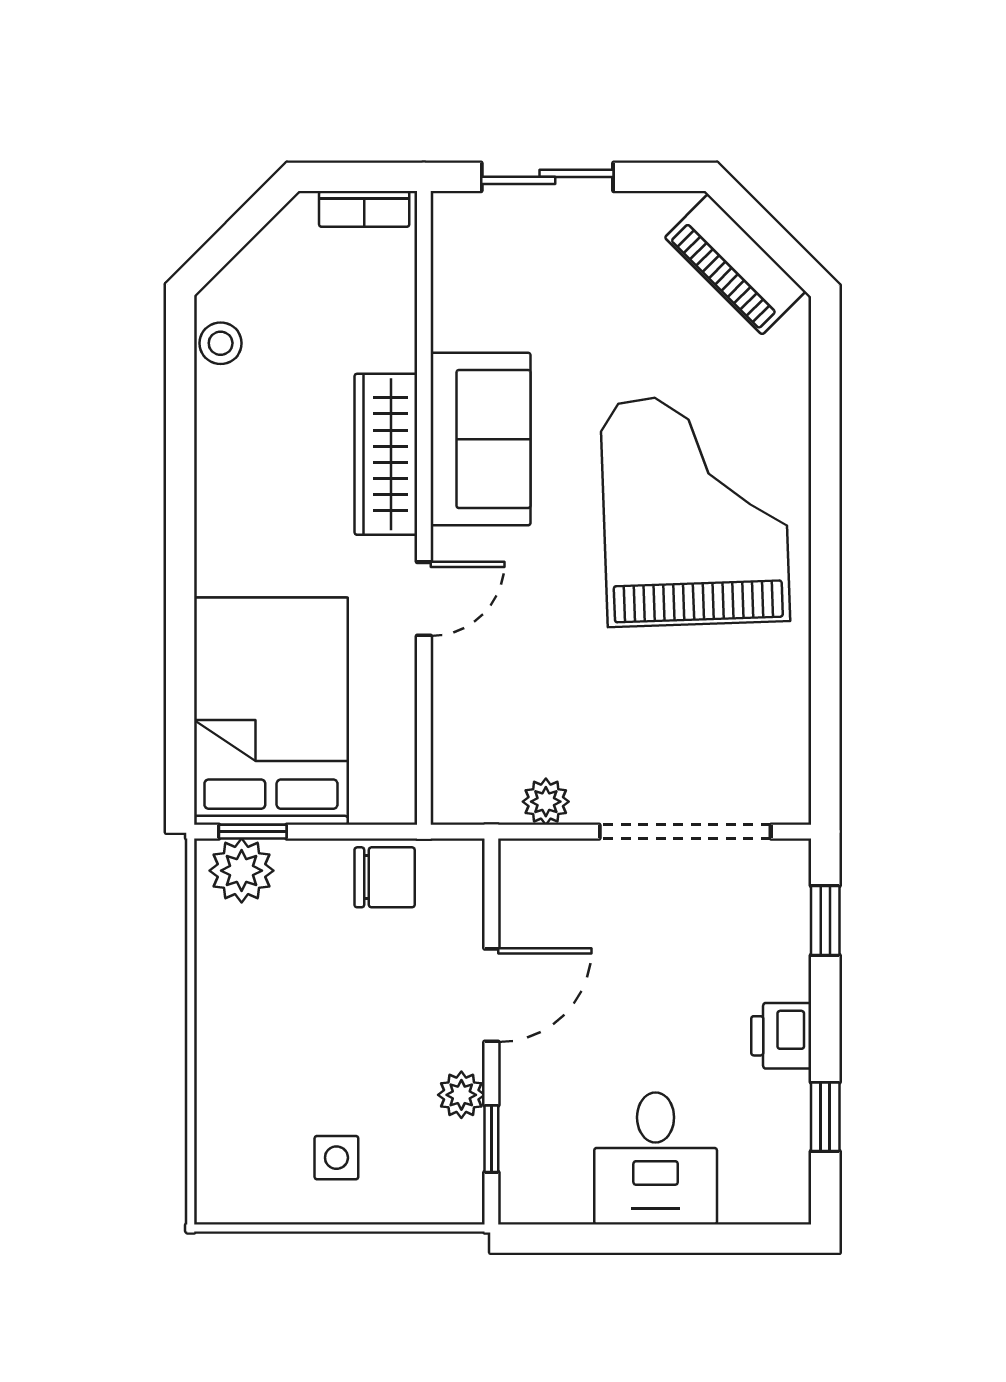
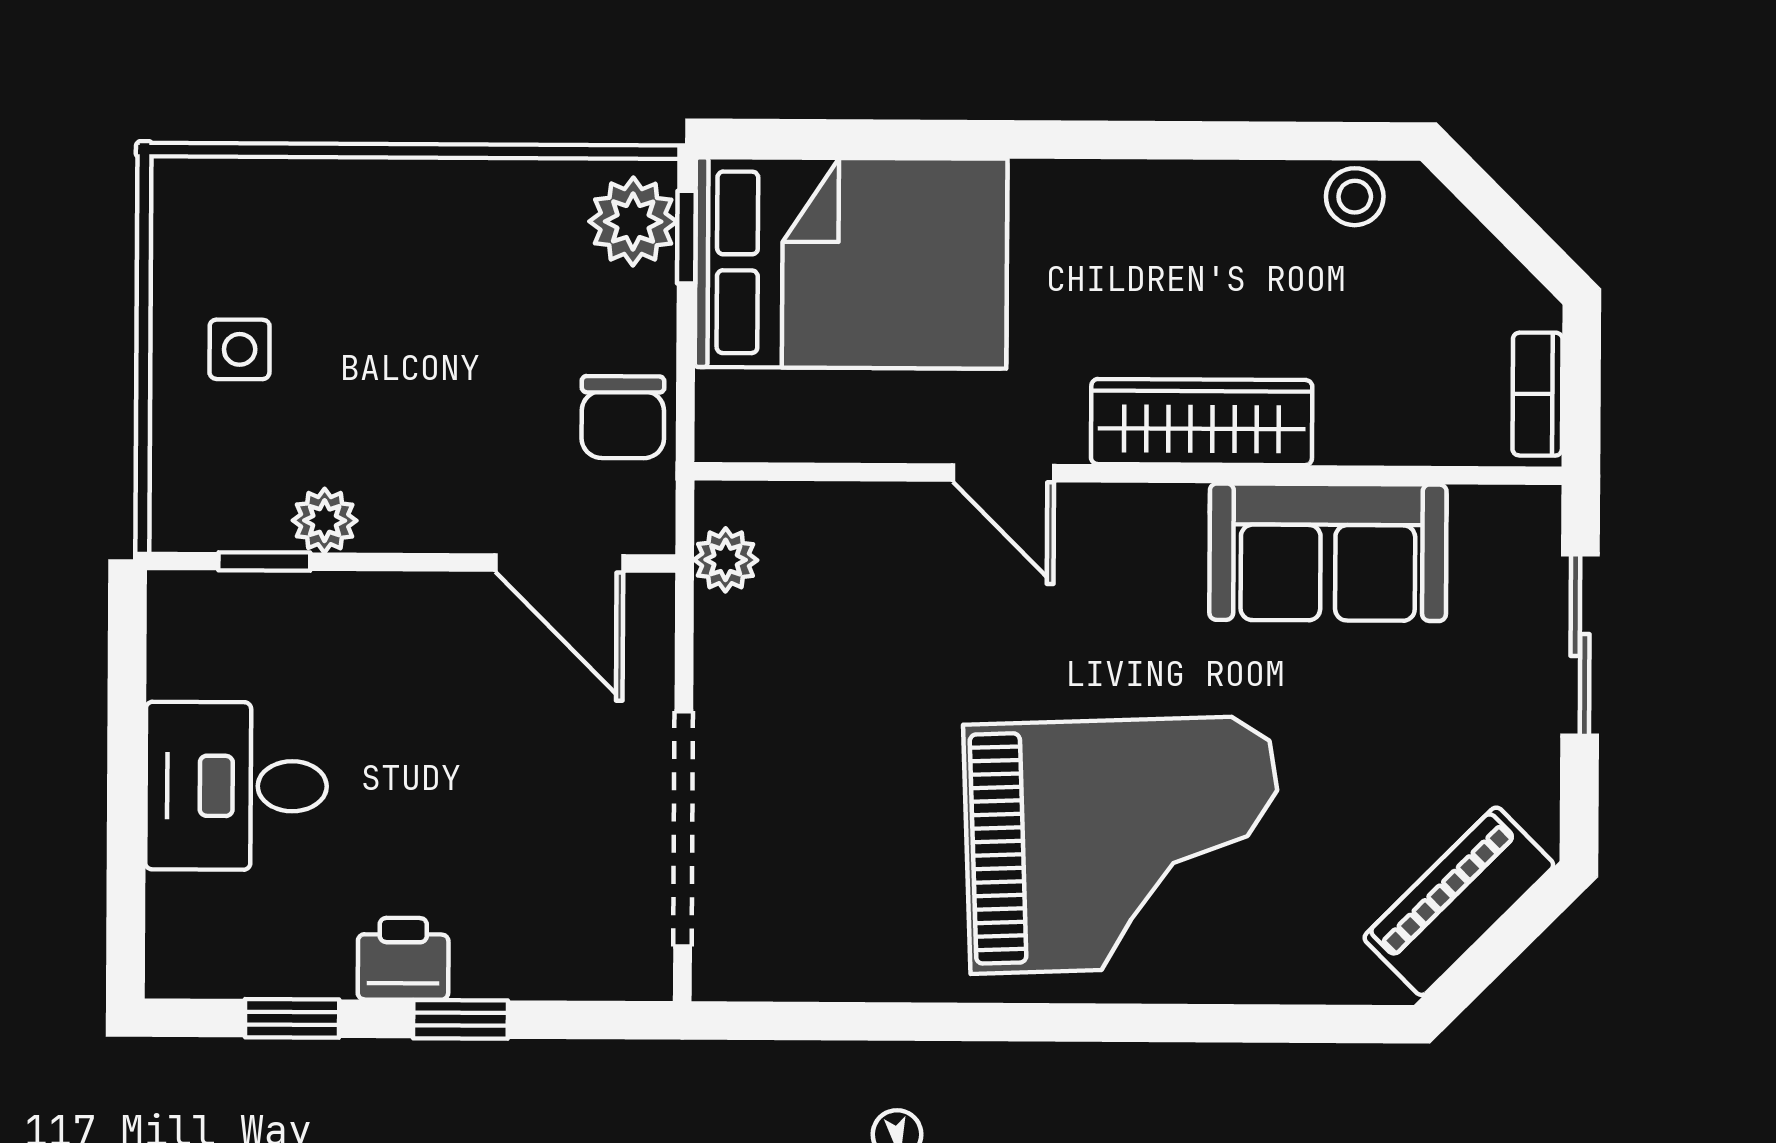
sofa: (481, 439) -> (1328, 552), moved
plant: (546, 802) -> (726, 560), moved
window: (825, 920) -> (460, 1019), moved
door: (491, 995) -> (559, 563), moved

